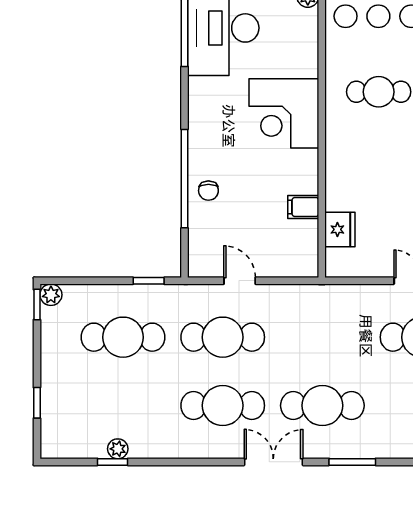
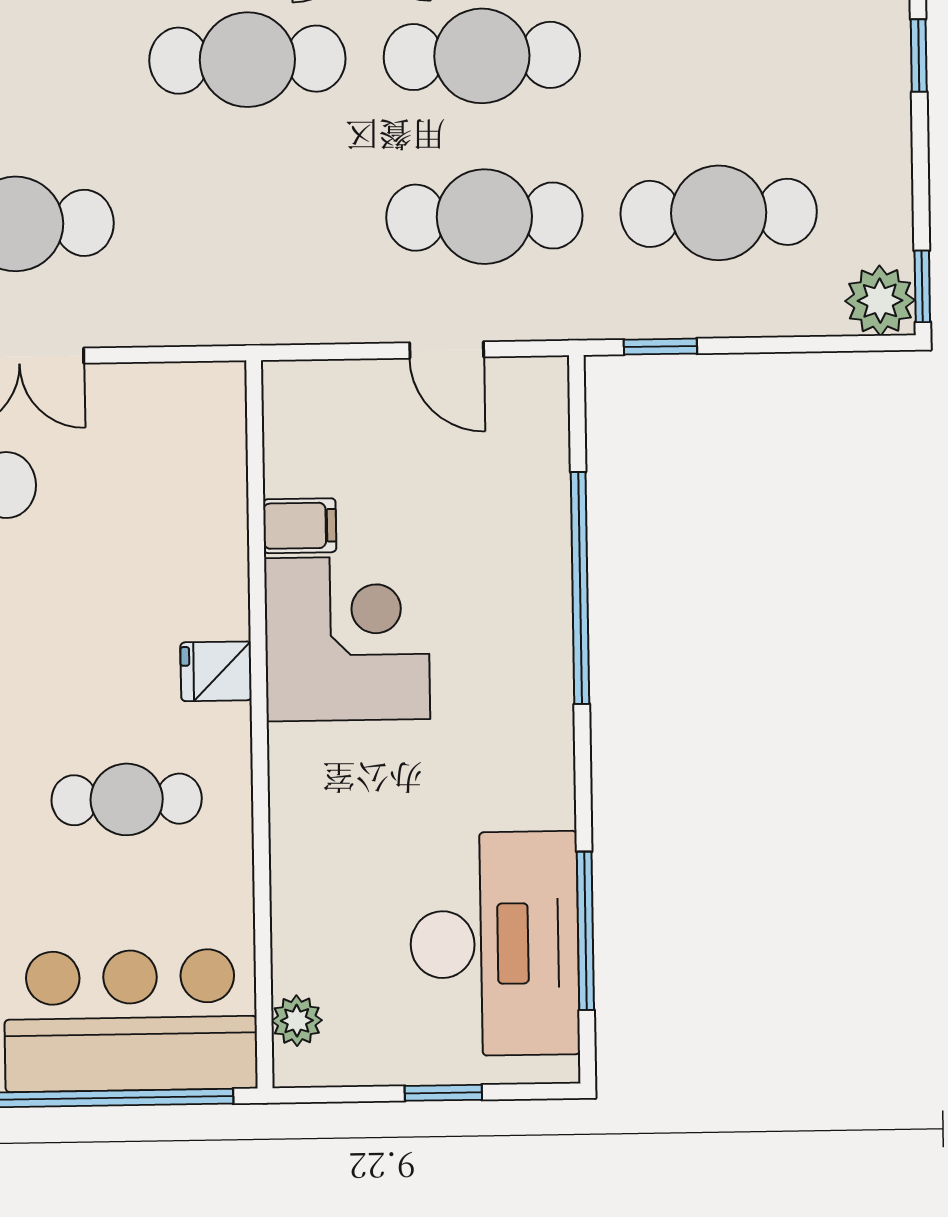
corner desk: (284, 113) -> (347, 639), moved
chair: (208, 191) -> (523, 561), removed
fridge: (340, 229) -> (216, 671), moved, width x0.72
plant: (51, 295) -> (880, 301), width x1.38, depth x1.38

